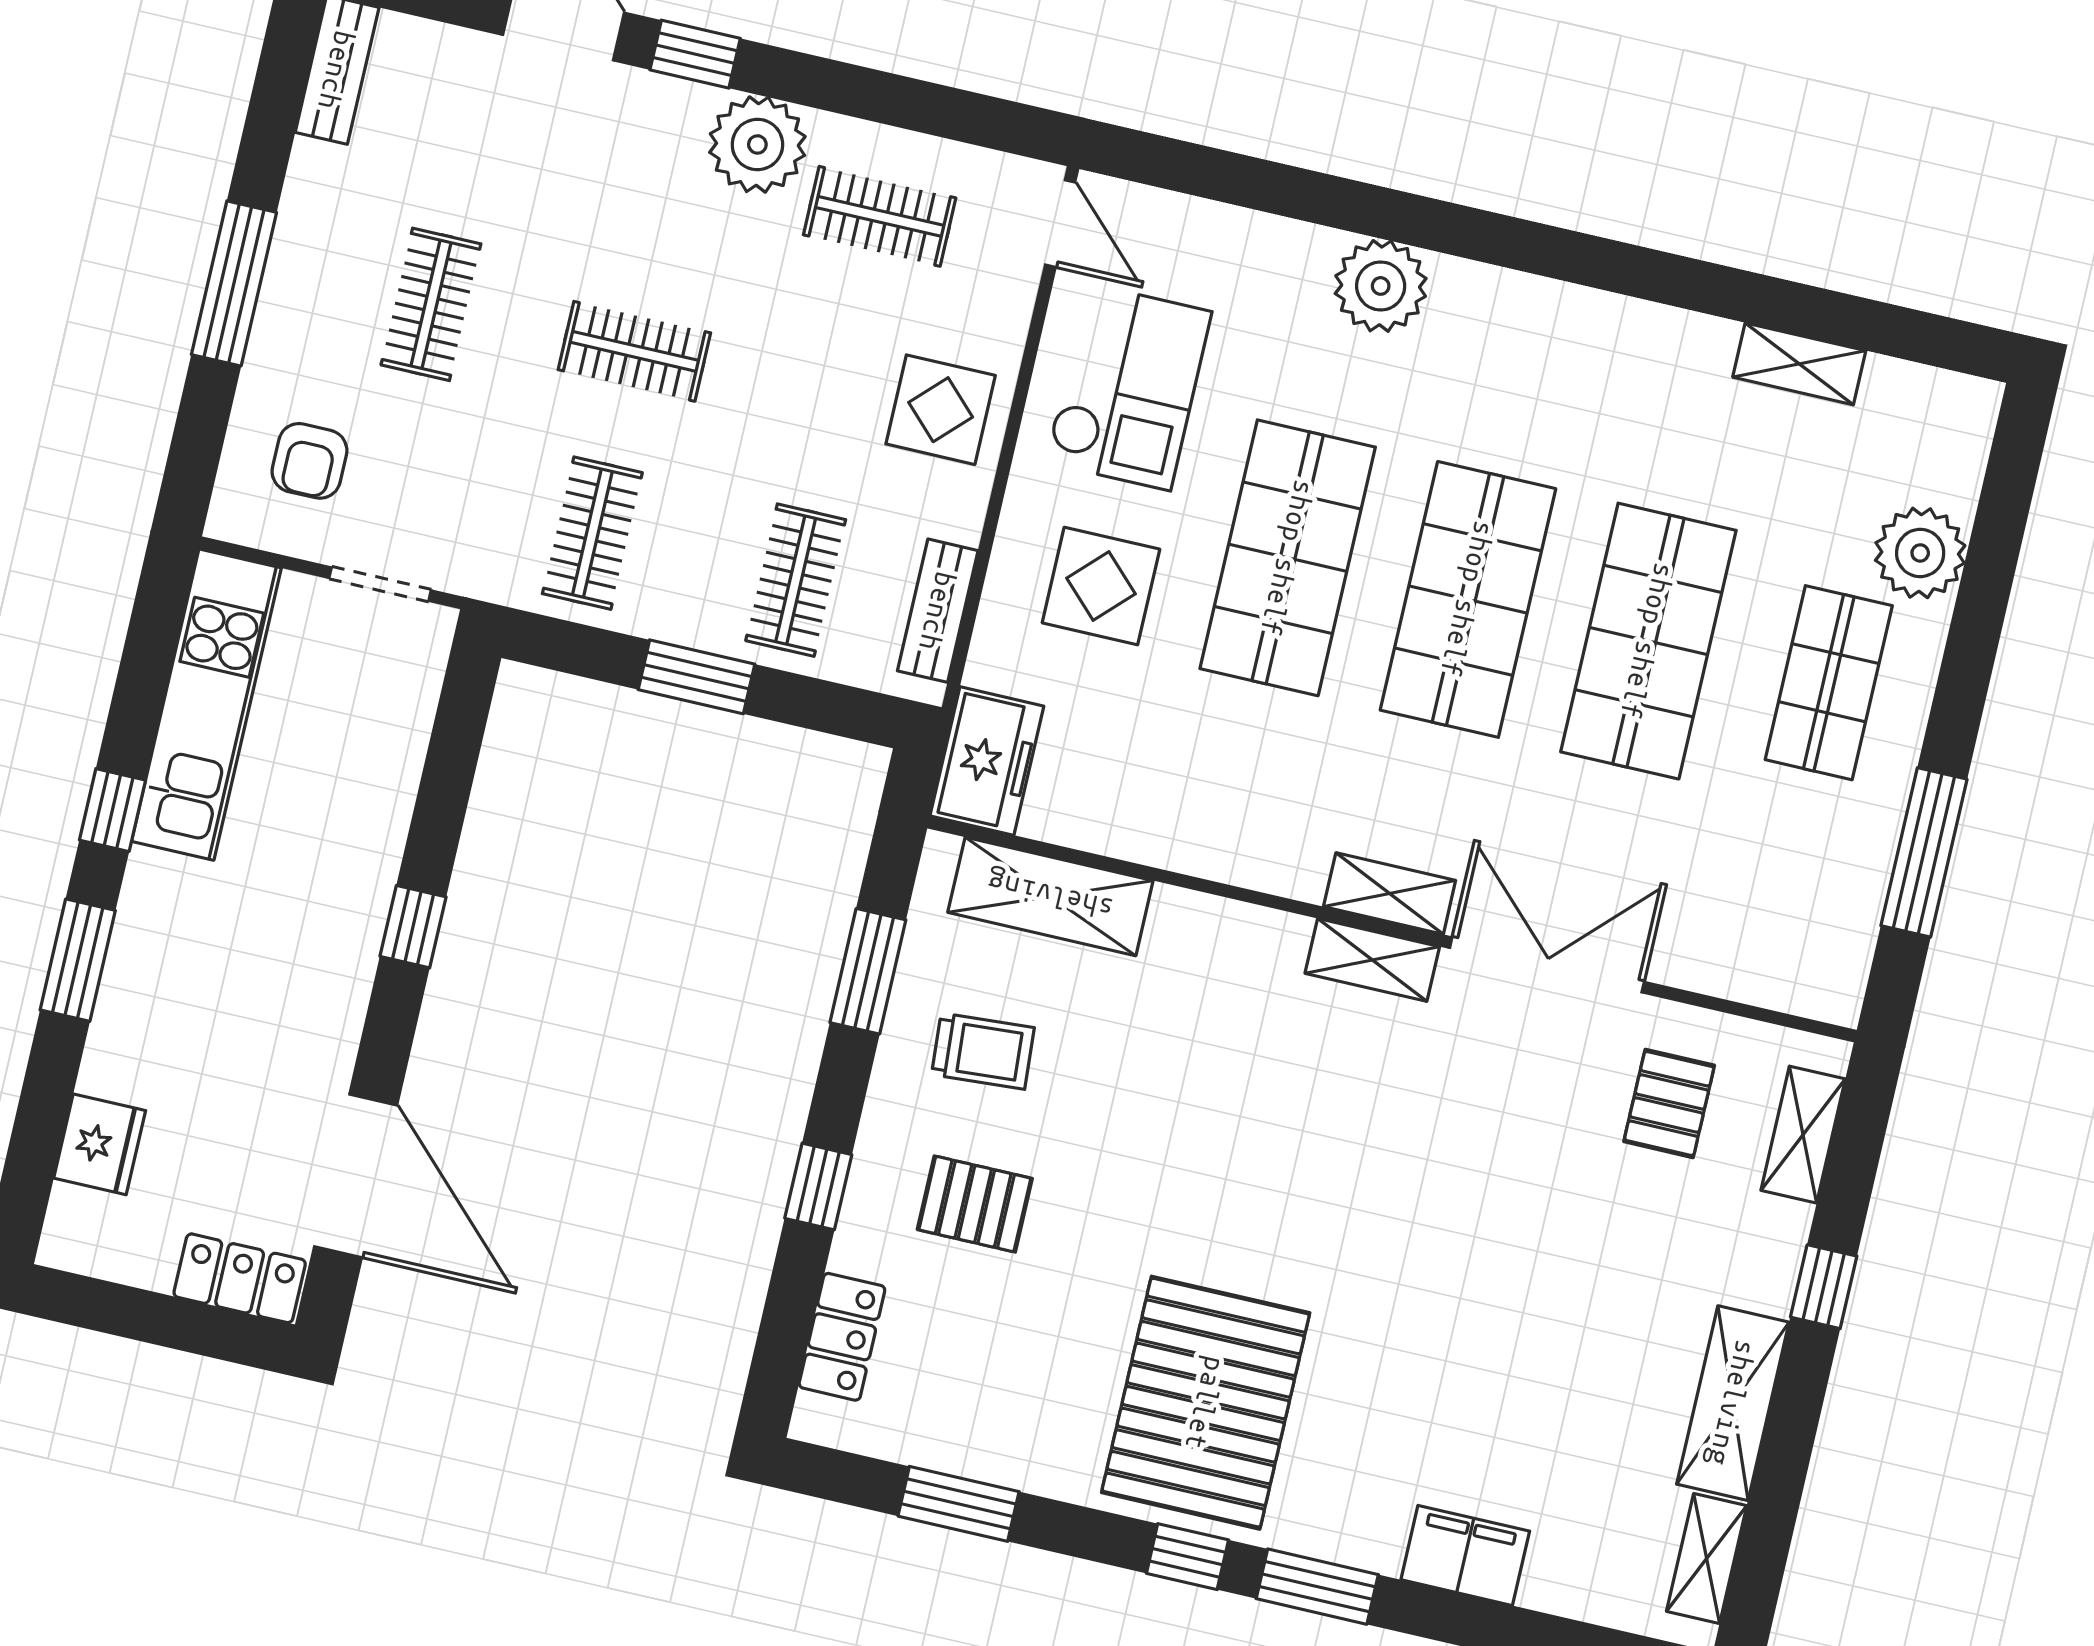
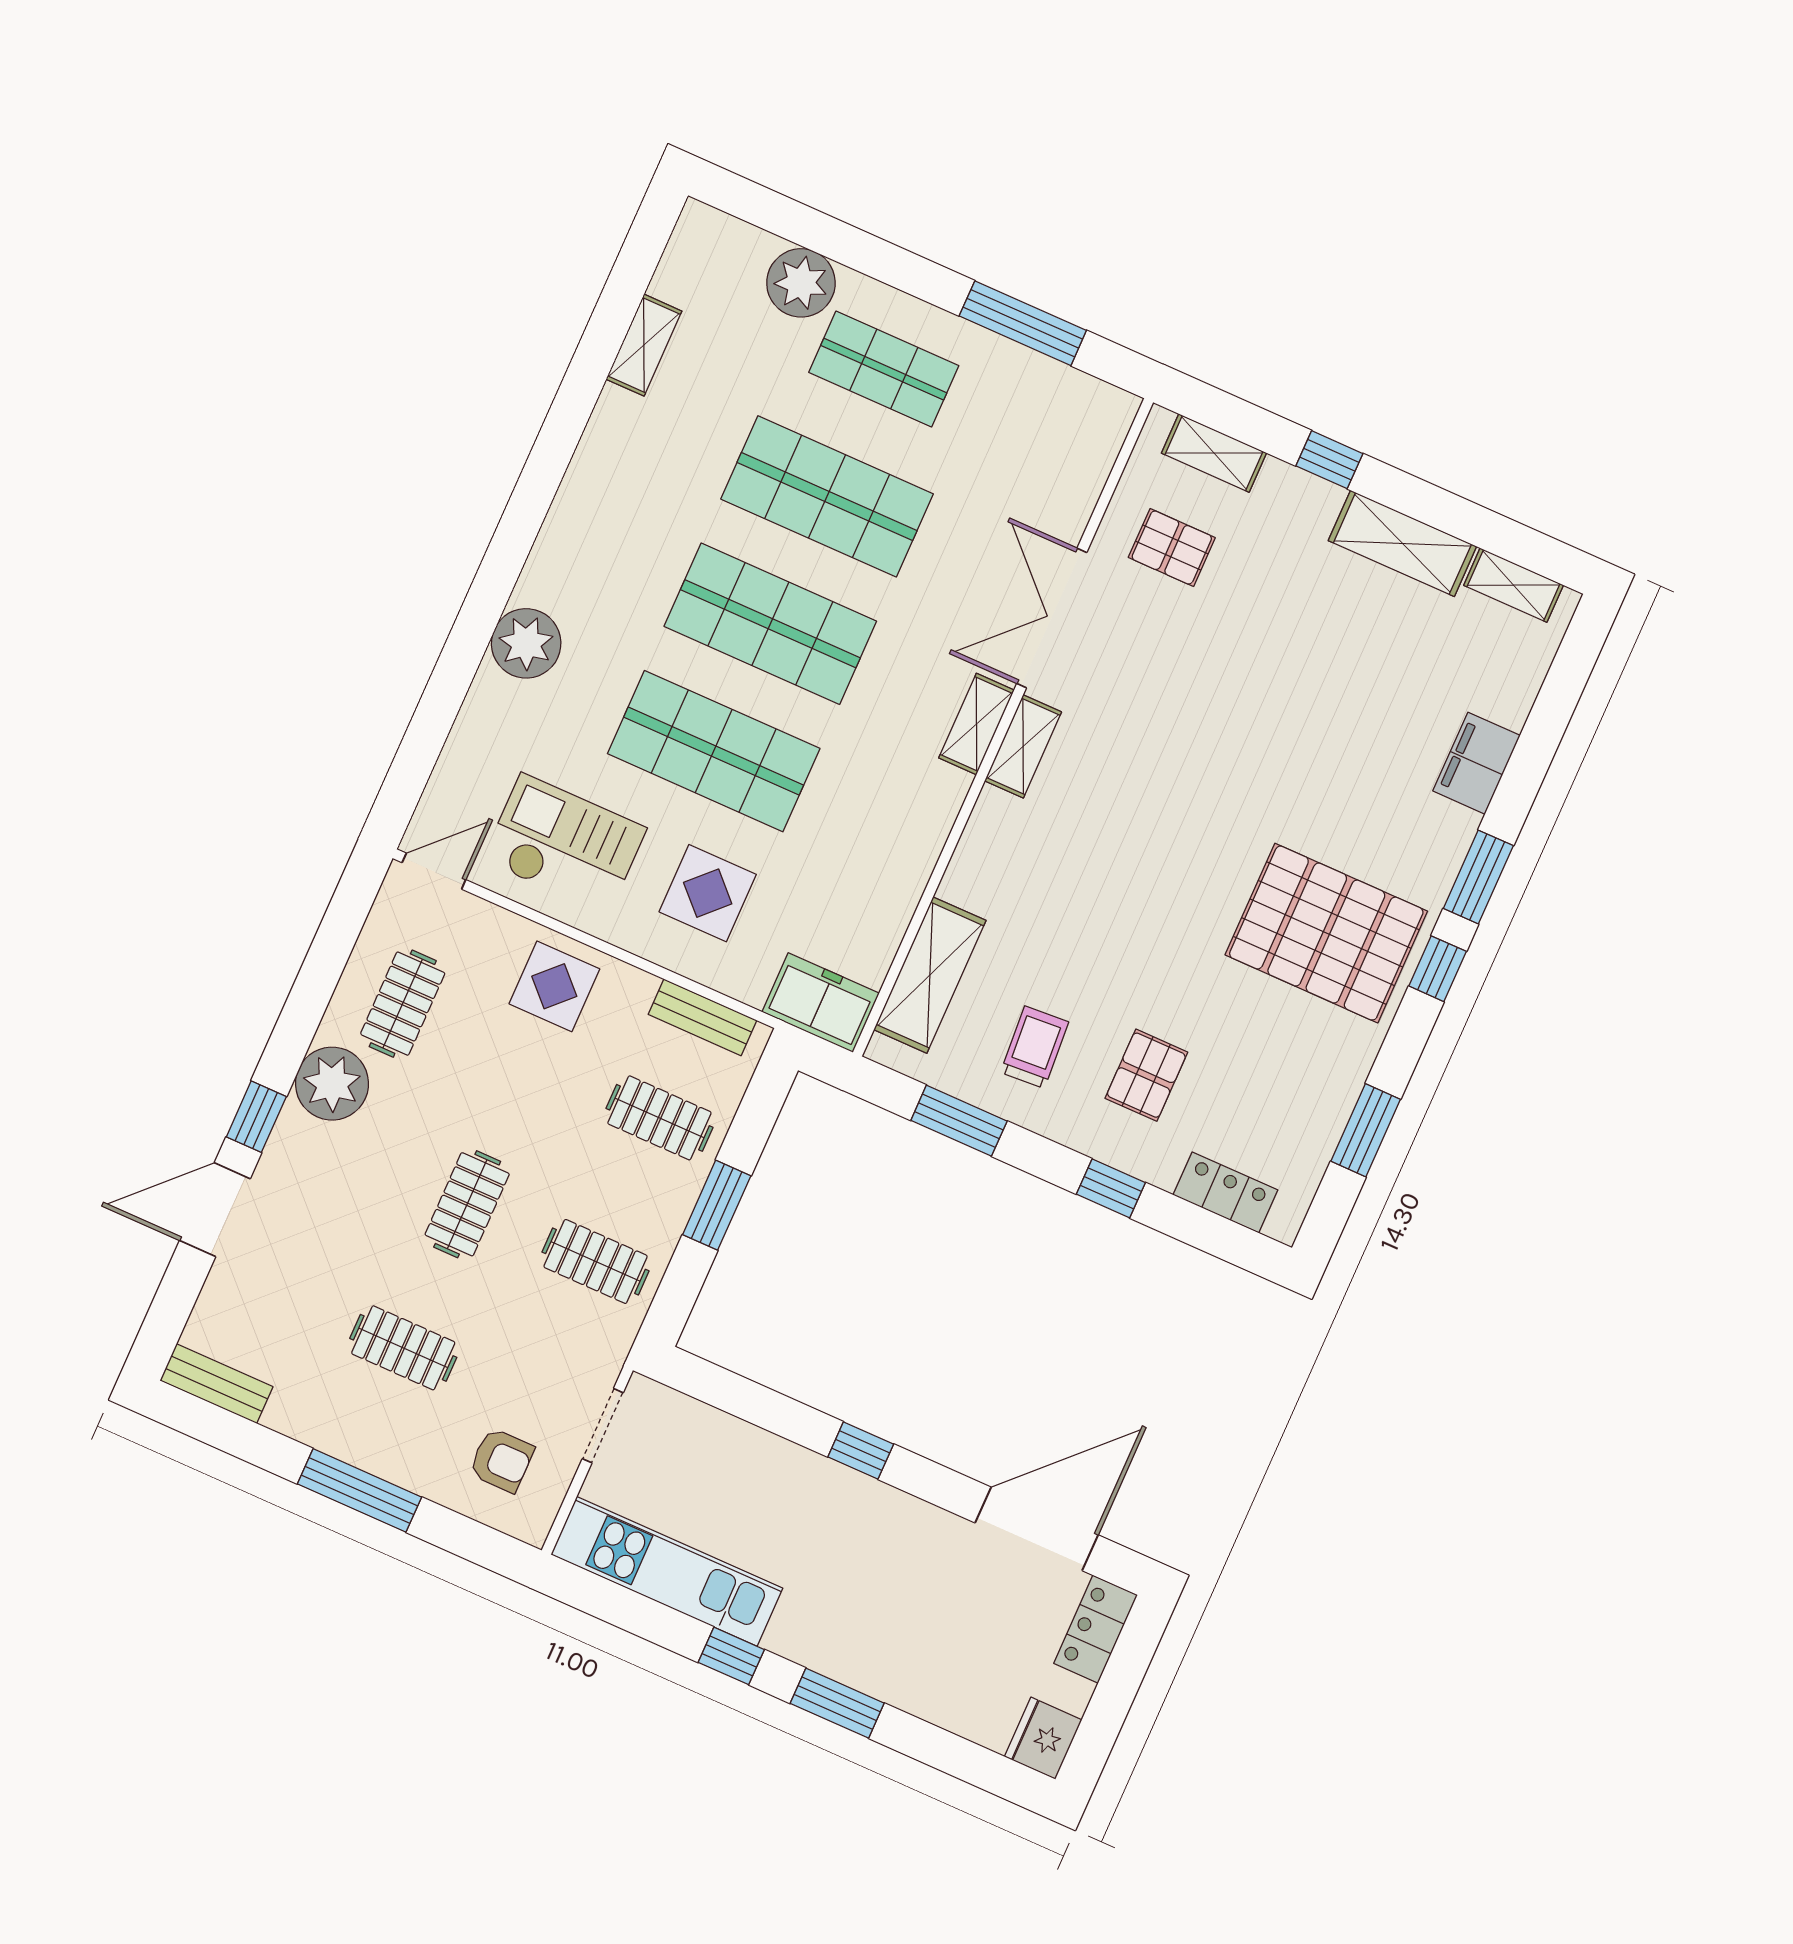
fridge: (100, 1144) -> (1043, 1738), moved, turned -90

